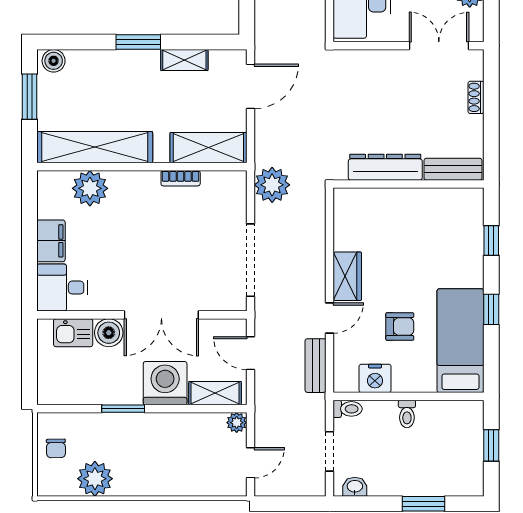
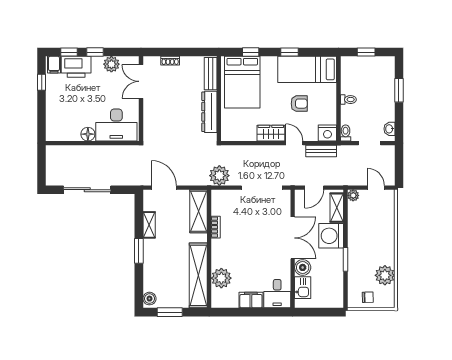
bed: (438, 225) -> (242, 82), added
armchair: (400, 327) -> (299, 104), turned 90
nightstand: (375, 378) -> (327, 133), moved, turned 90

